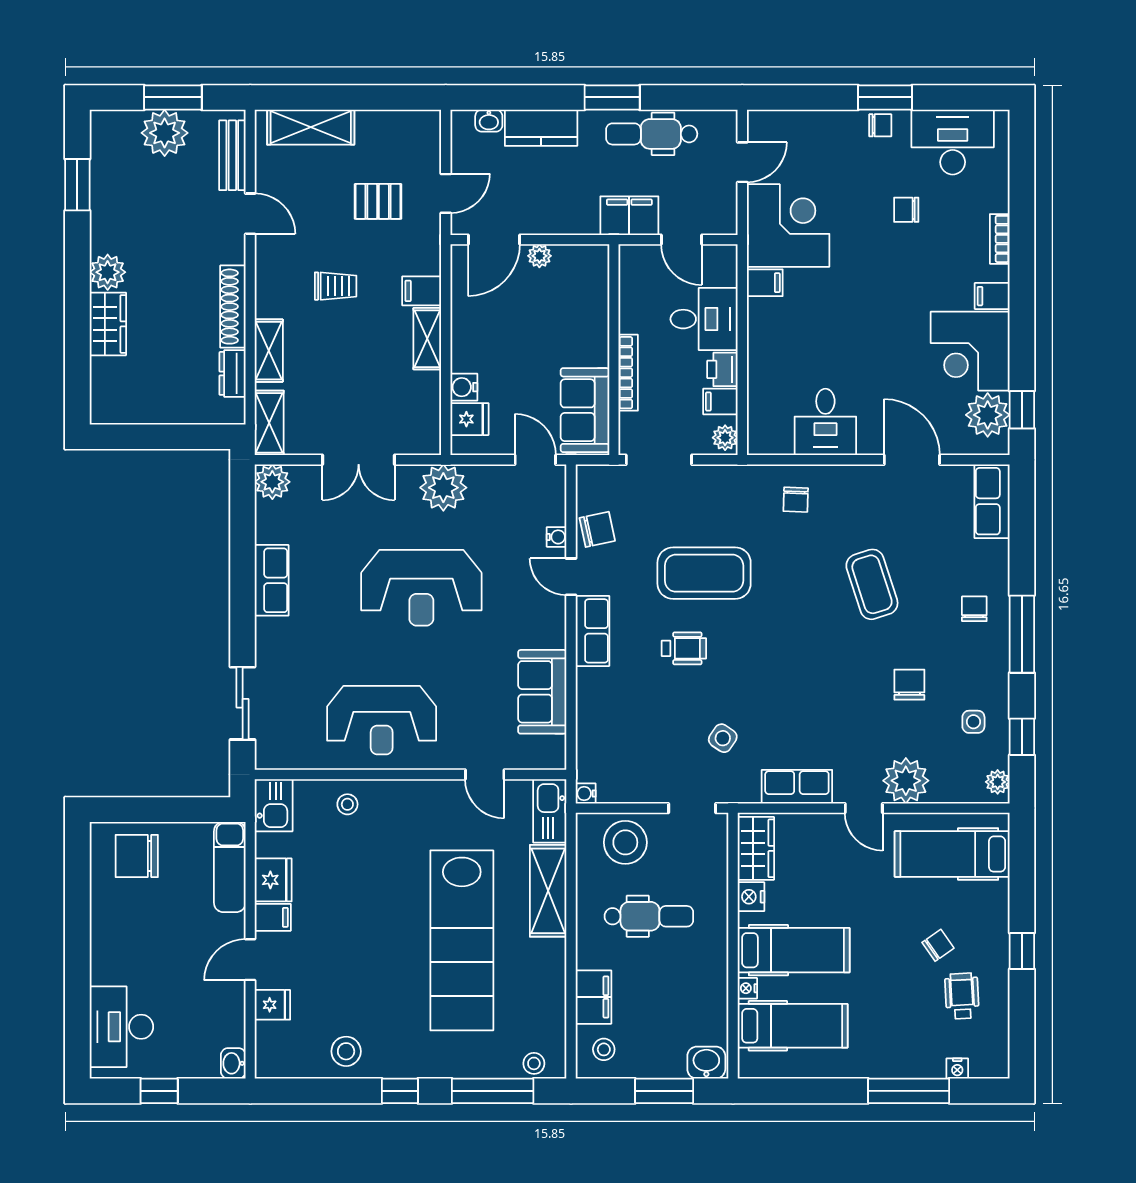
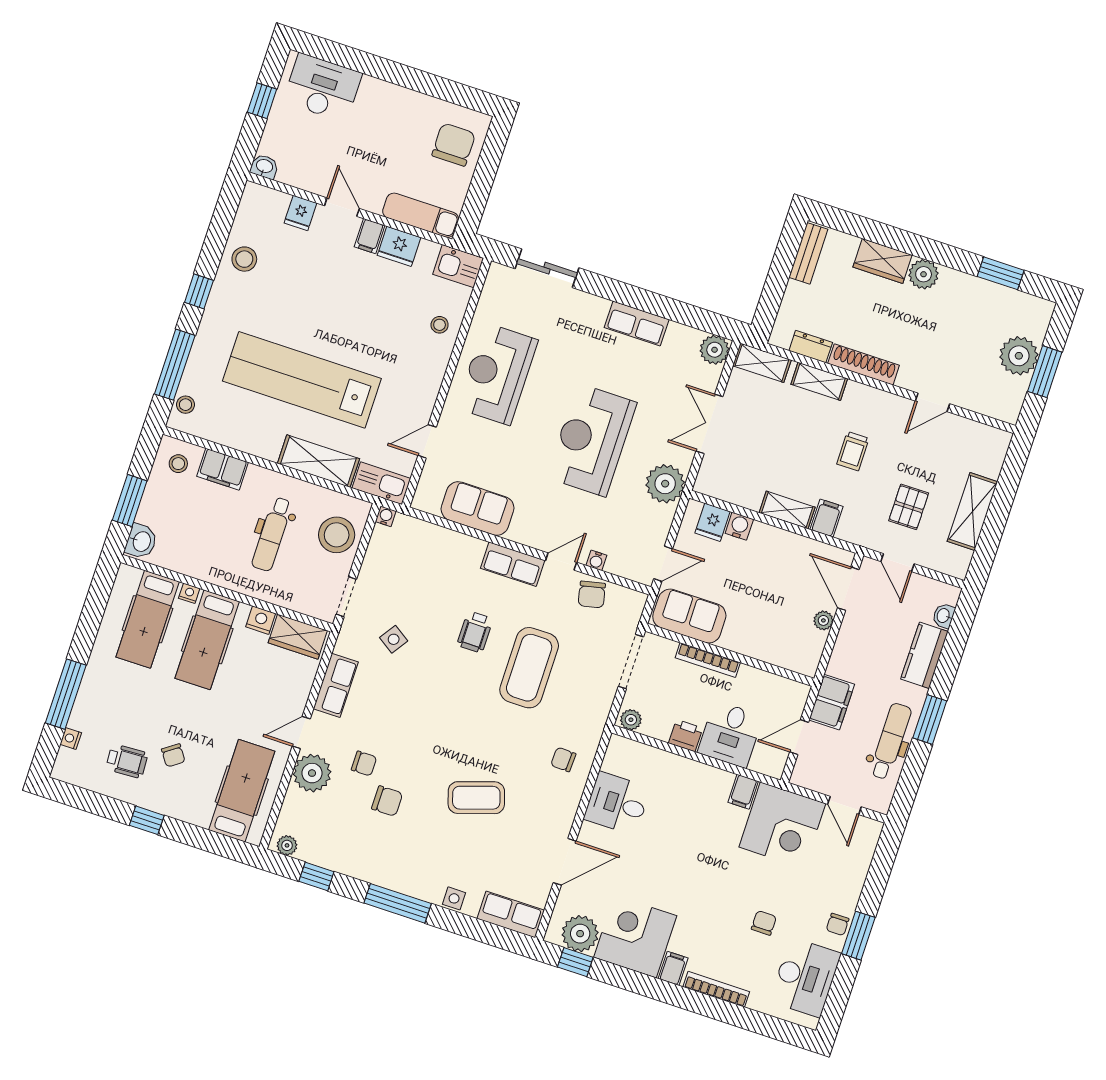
shelving: (311, 127) -> (972, 511), moved
bench: (232, 155) -> (808, 253), moved, turned 90
bookcase: (1000, 239) -> (716, 989), width x1.56
filing cabinet: (720, 401) -> (661, 726), removed
chair: (974, 609) -> (364, 764), moved
side table: (973, 722) -> (454, 898), moved

